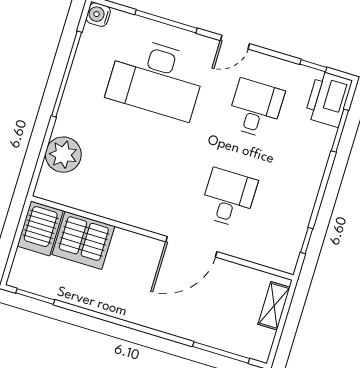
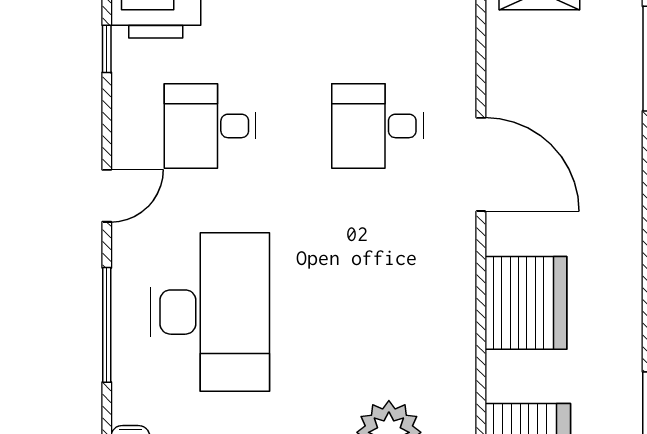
door: (235, 42) -> (107, 196), hinge flipped
server rack: (83, 240) -> (526, 303), moved

